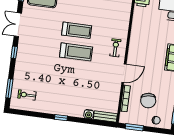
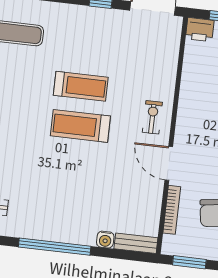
treadmill: (76, 52) -> (80, 126), turned 180
door: (124, 73) -> (169, 163), swing flipped
window: (61, 118) -> (55, 247), width x3.17

